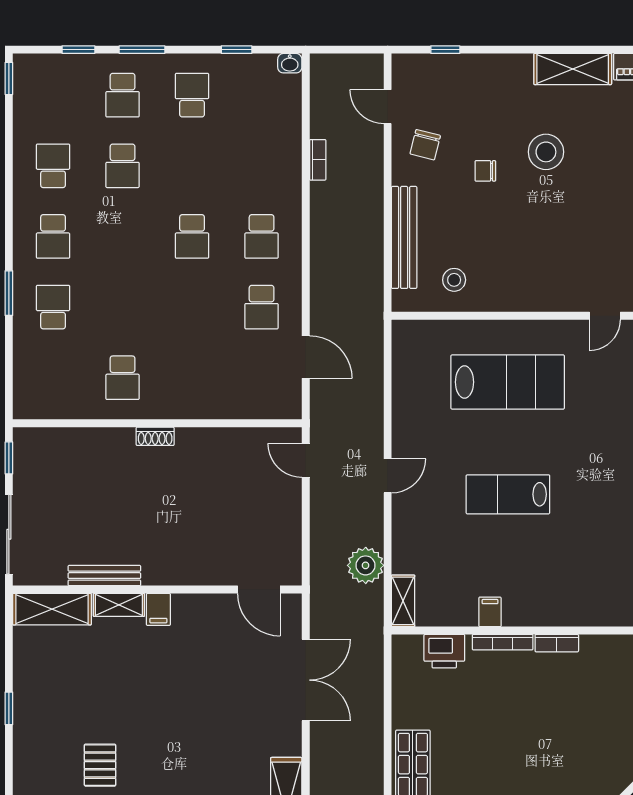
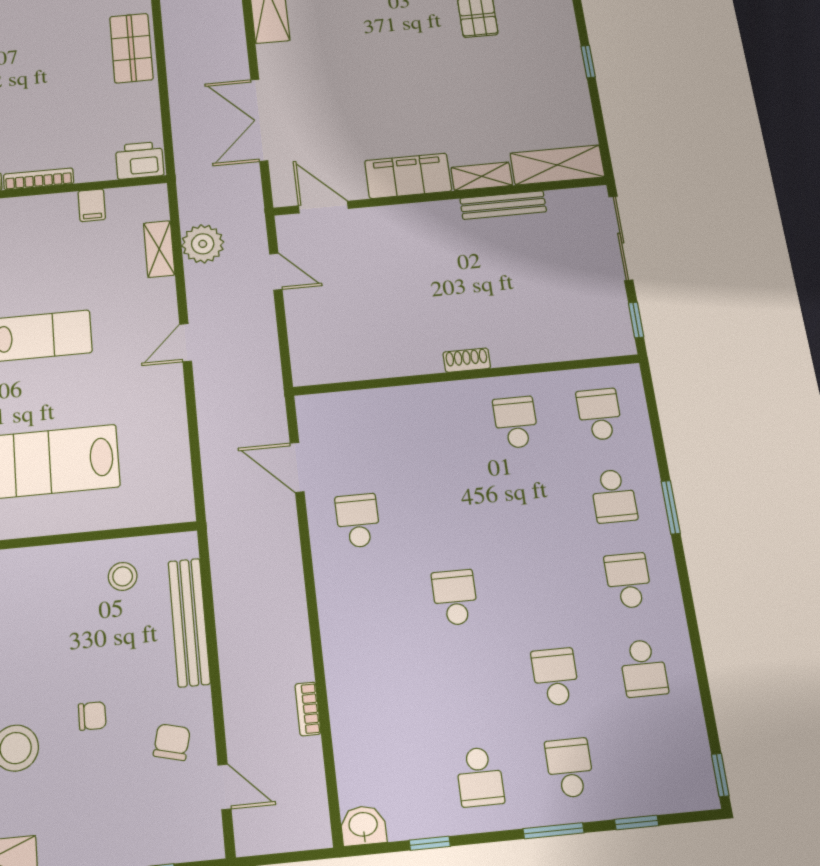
washbasin: (290, 63) -> (363, 825), width x1.38, depth x1.45
school desk: (262, 236) -> (599, 414), moved
door: (306, 460) -> (276, 272), moved
shelving: (403, 601) -> (159, 249), moved
filing cabinet: (158, 609) -> (408, 176), width x3.00, depth x1.17
filing cabinet: (490, 612) -> (92, 205), moved
printer: (444, 651) -> (140, 160), moved

